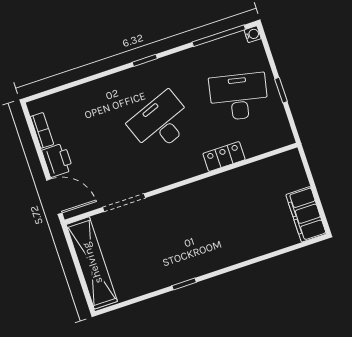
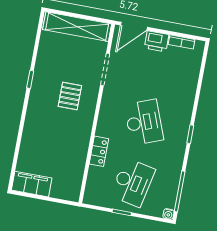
pallet: (178, 227) -> (70, 96), added

